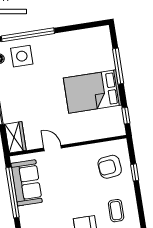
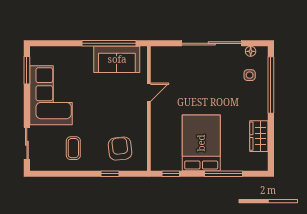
side table: (22, 56) -> (250, 75), width x0.54, depth x0.54
wardrobe: (15, 137) -> (259, 136), moved, turned 90
coffee table: (116, 211) -> (73, 148), turned 90

